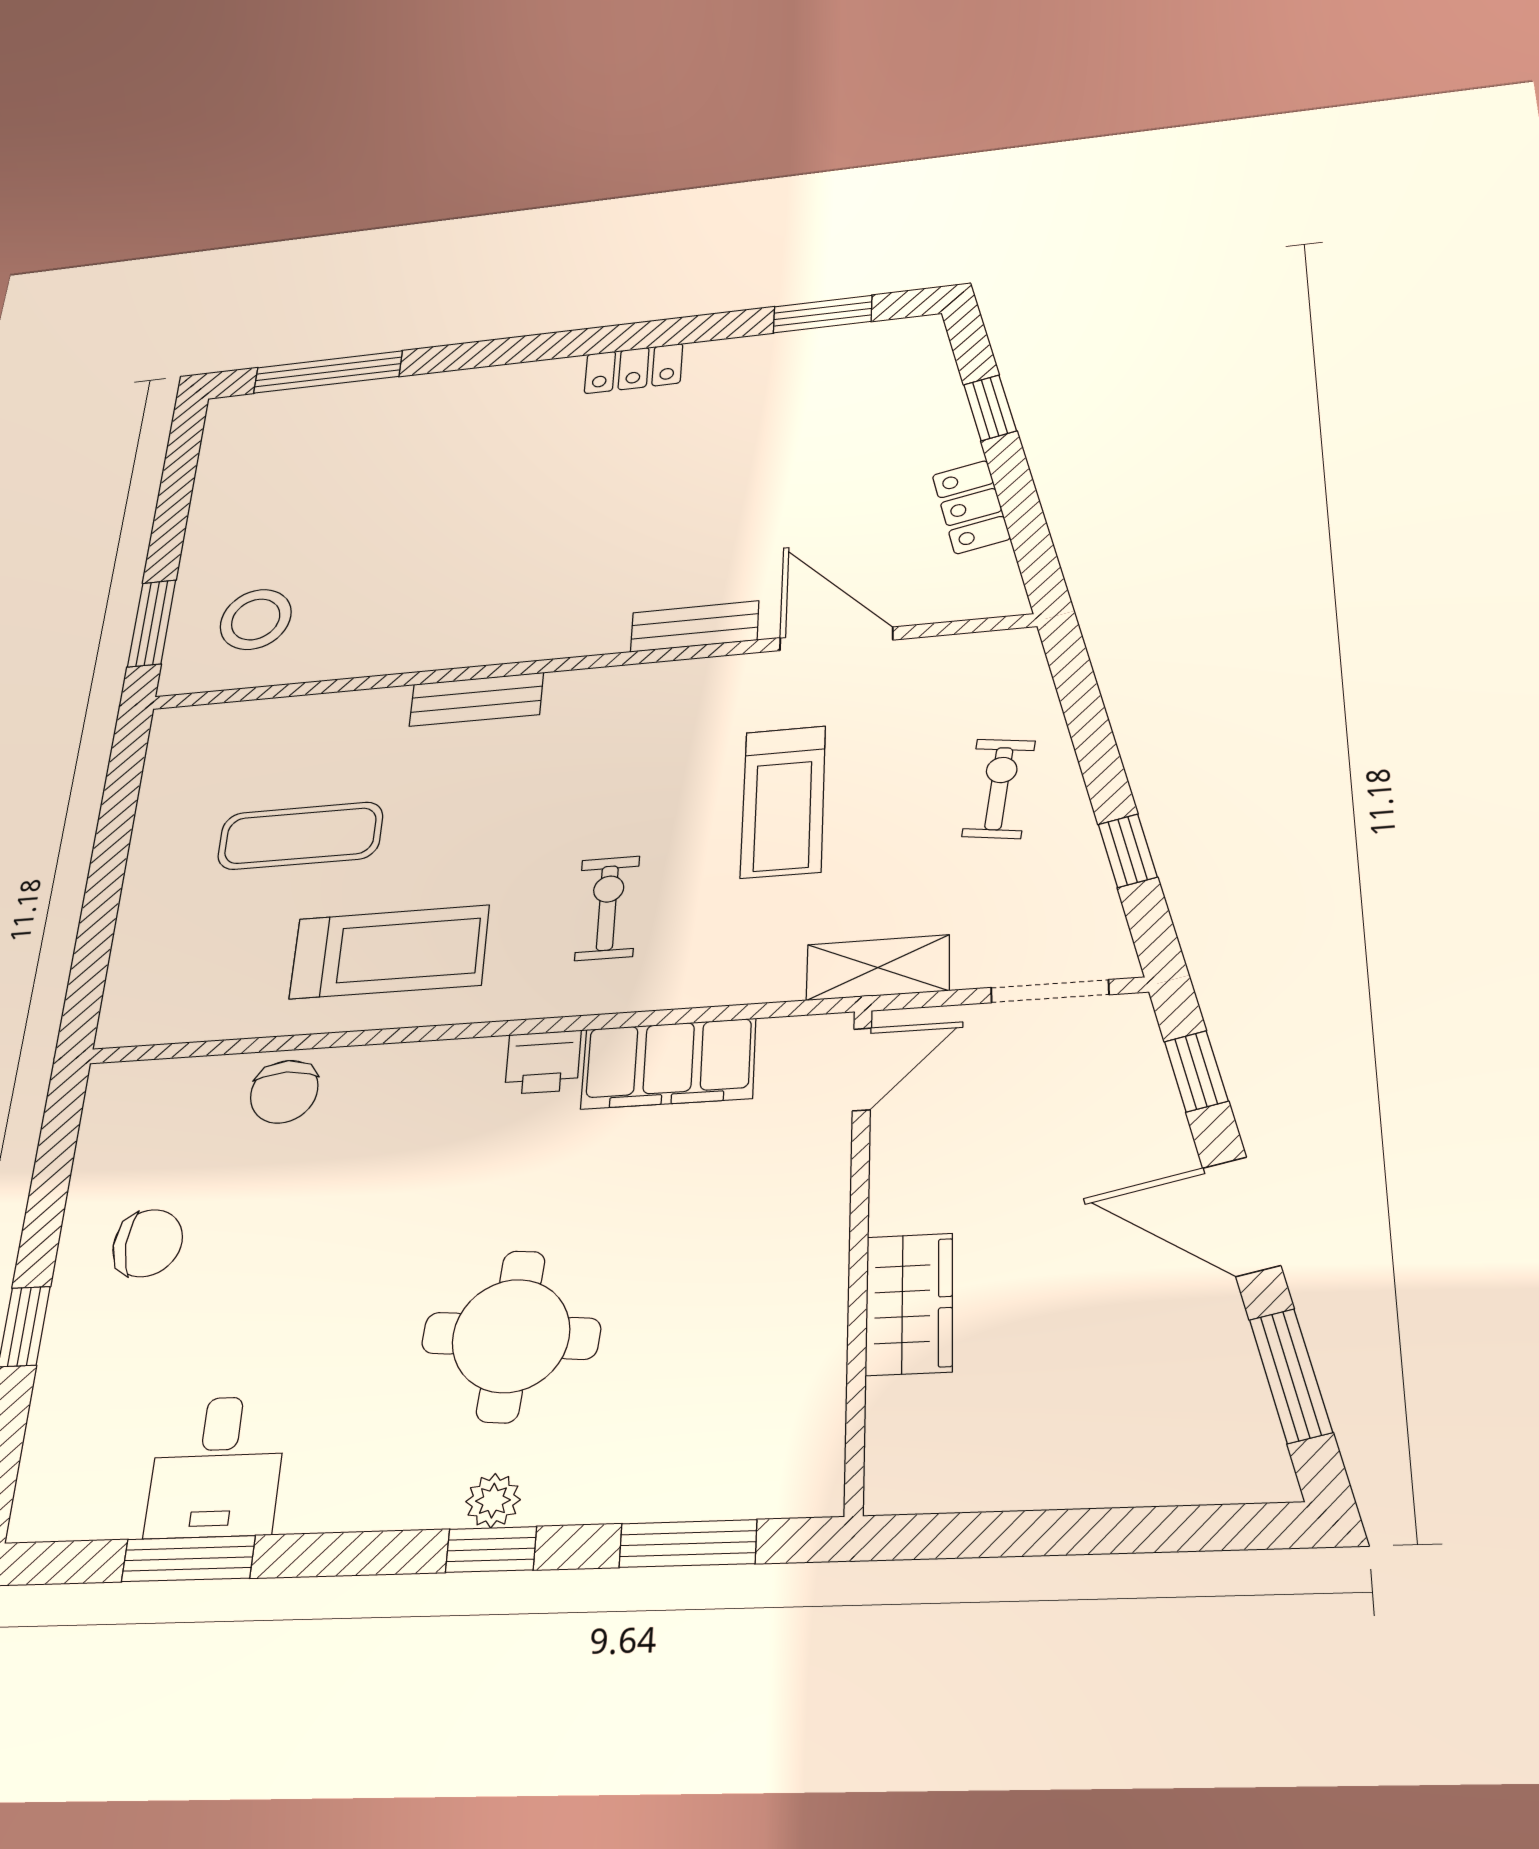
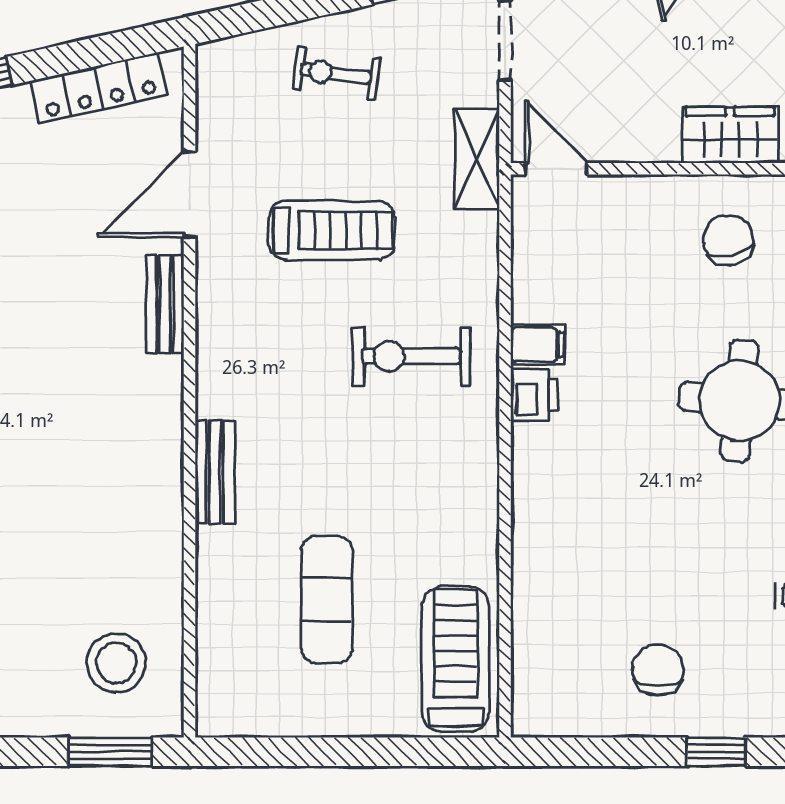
locker: (971, 507) -> (99, 88), width x1.53
exercise bike: (607, 908) -> (411, 356), width x1.38, depth x1.39
treadmill: (389, 952) -> (456, 659), moved
filing cabinet: (668, 1064) -> (538, 345), width x0.33, depth x0.86
chair: (284, 1092) -> (728, 240), moved, turned -103

